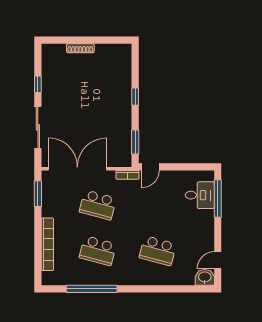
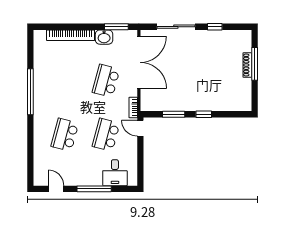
window: (79, 40) -> (255, 64), added
window: (135, 142) -> (174, 114), moved
window: (218, 198) -> (94, 189), moved
school desk: (98, 251) -> (106, 135), moved
washbasin: (205, 277) -> (104, 37), moved, turned 90
window: (92, 289) -> (30, 92), moved

